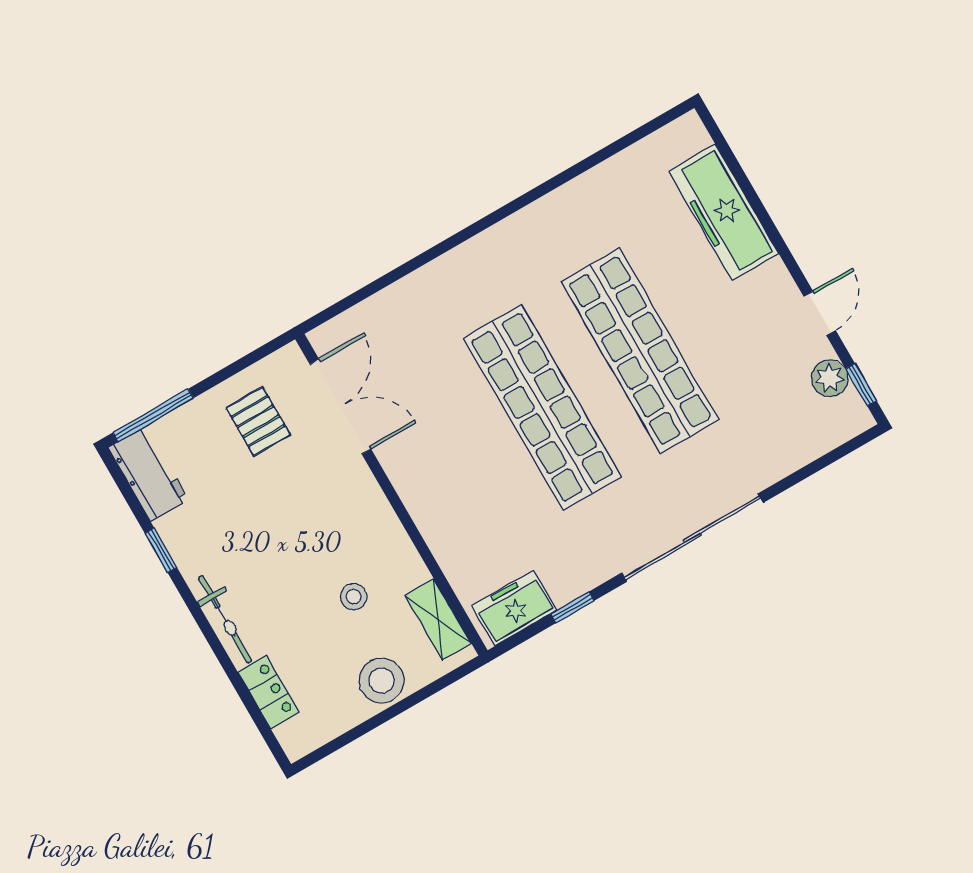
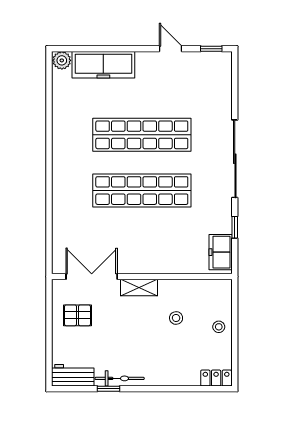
plant: (830, 378) -> (62, 60), moved
window: (153, 415) -> (49, 359), removed
bicycle: (225, 619) -> (120, 378), moved
shelving: (438, 620) -> (139, 288), moved
stool: (382, 680) -> (219, 327), width x0.53, depth x0.53
locker: (268, 692) -> (216, 378), moved

